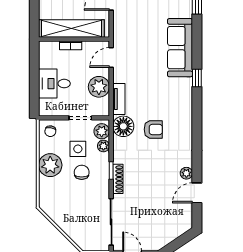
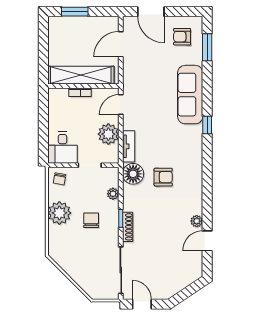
desk: (54, 84) -> (62, 148), moved, turned -90
plant: (102, 131) -> (111, 179), removed
side table: (78, 149) -> (87, 197), removed

